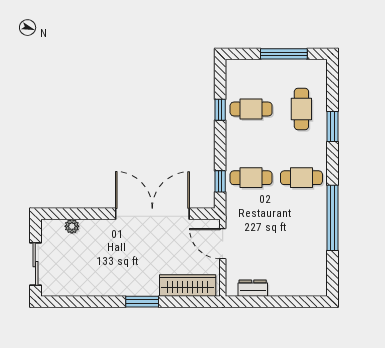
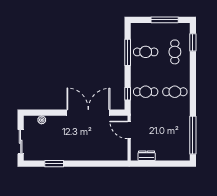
window: (220, 110) -> (128, 52), width x2.17
window: (333, 127) -> (193, 42), moved
window: (333, 218) -> (193, 135), moved
wardrobe: (188, 286) -> (109, 154), removed
window: (142, 302) -> (54, 164), moved

